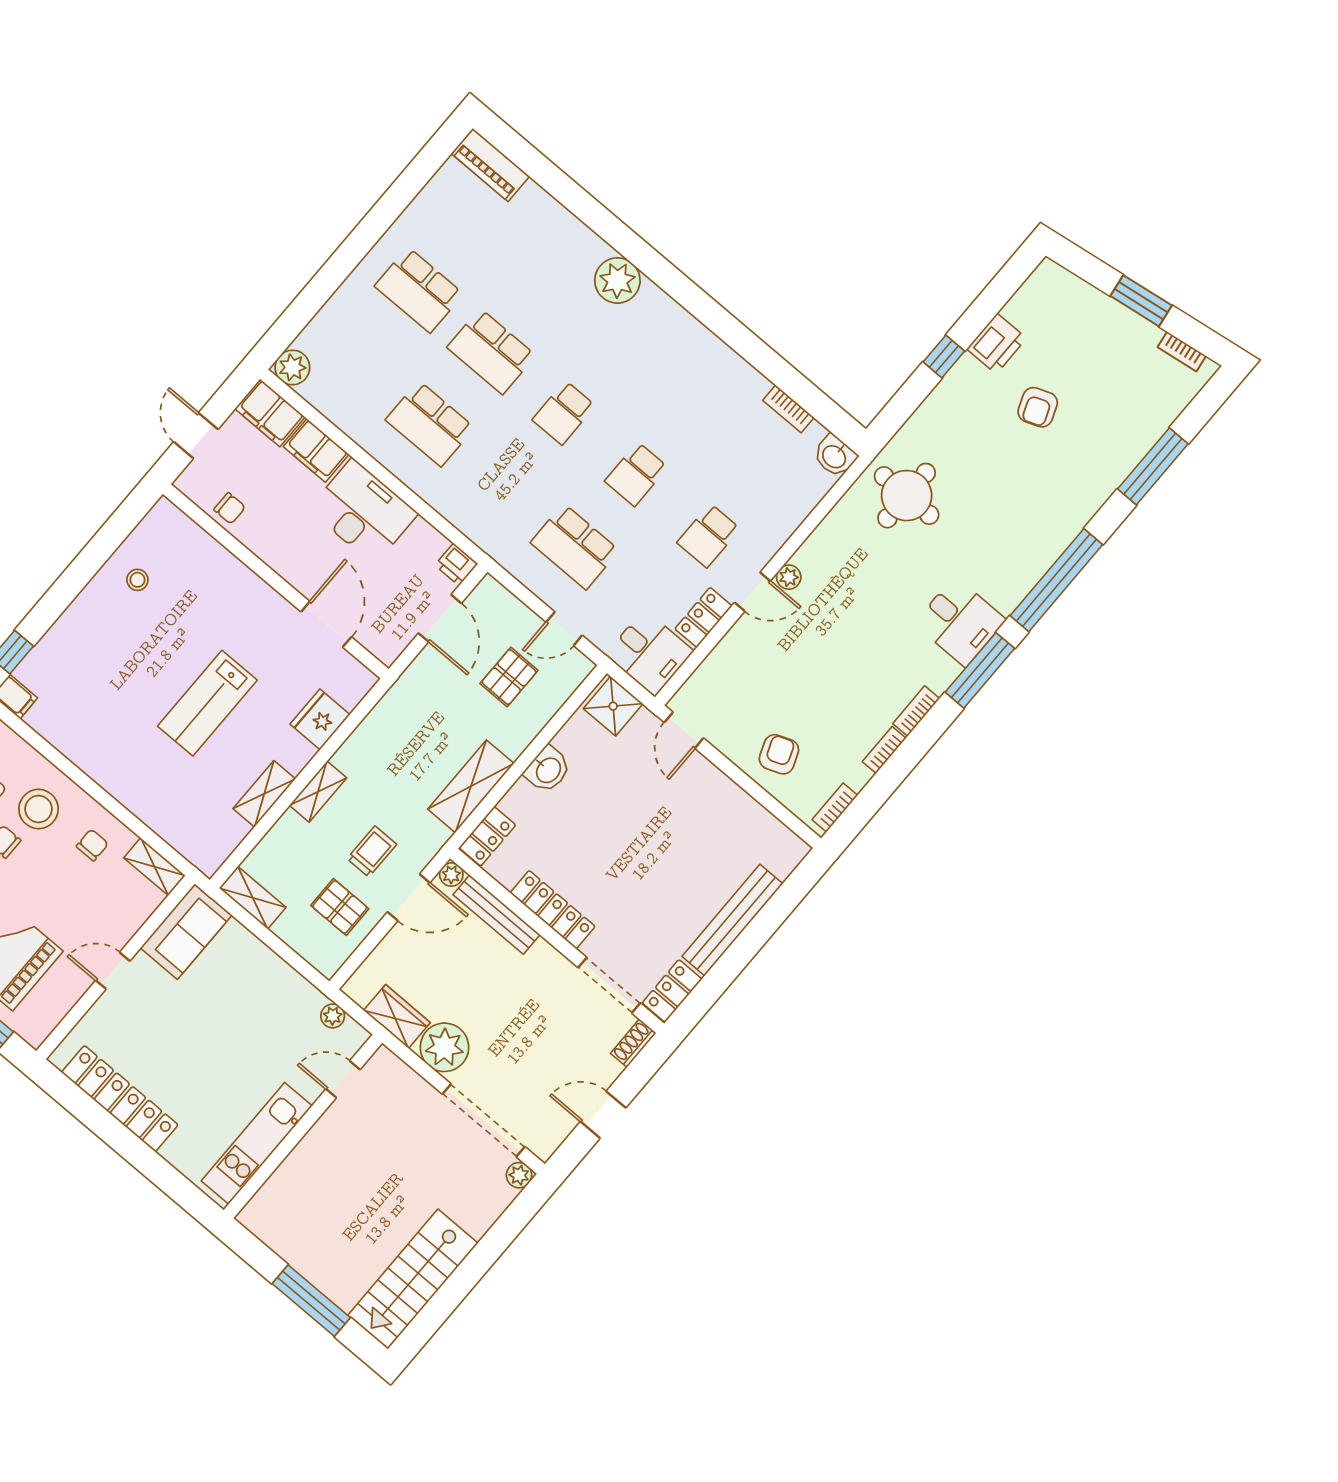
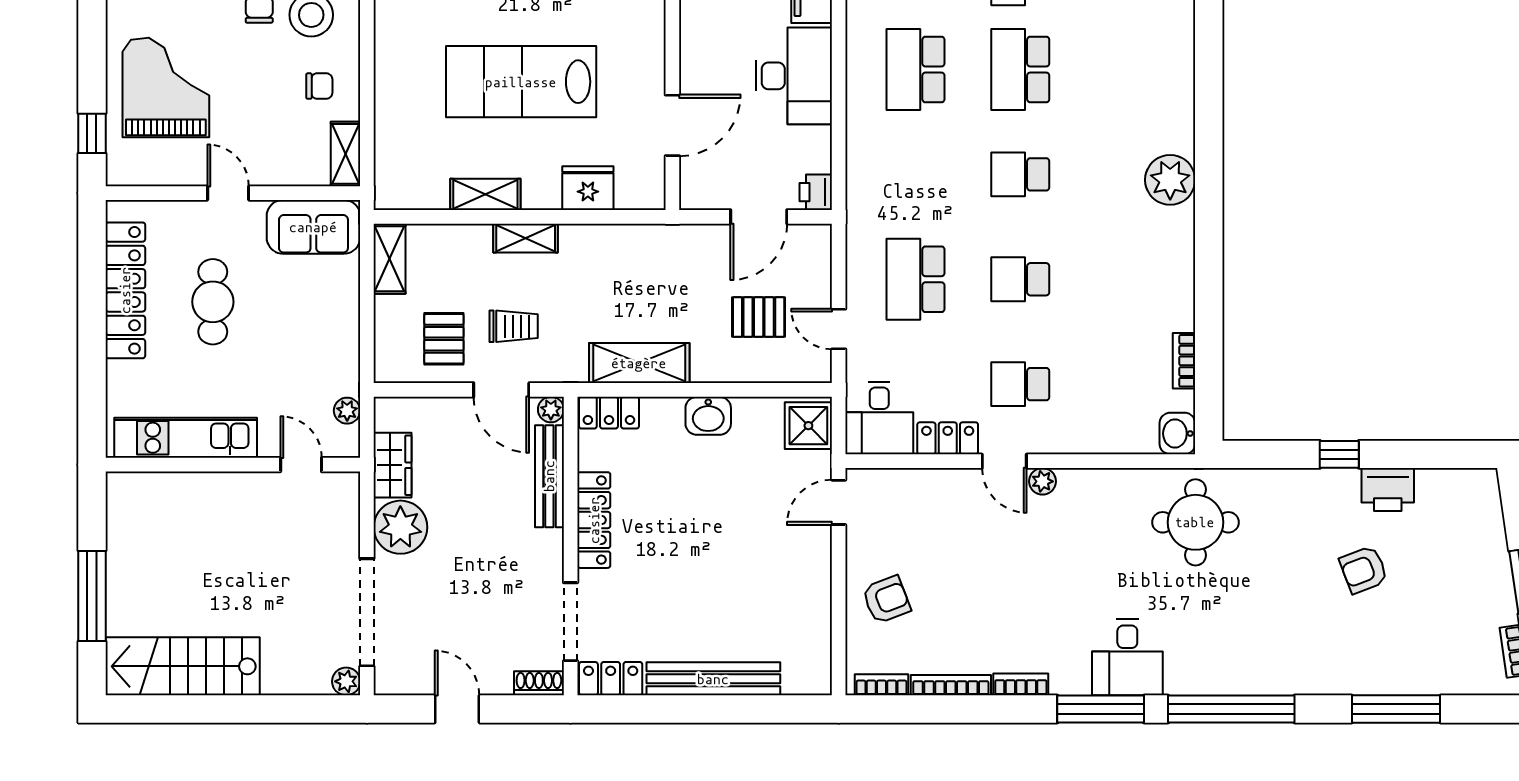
plant: (617, 280) -> (1170, 180), moved
lab bench: (207, 703) -> (521, 82), width x1.36, depth x1.39
bookcase: (884, 750) -> (951, 685), width x1.56
cafe table: (179, 1045) -> (213, 302), added

